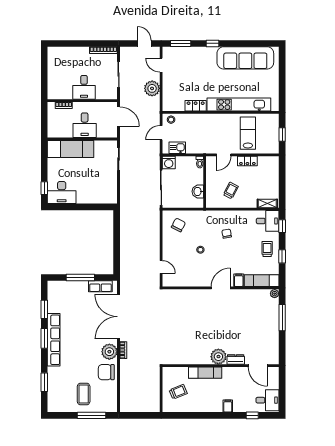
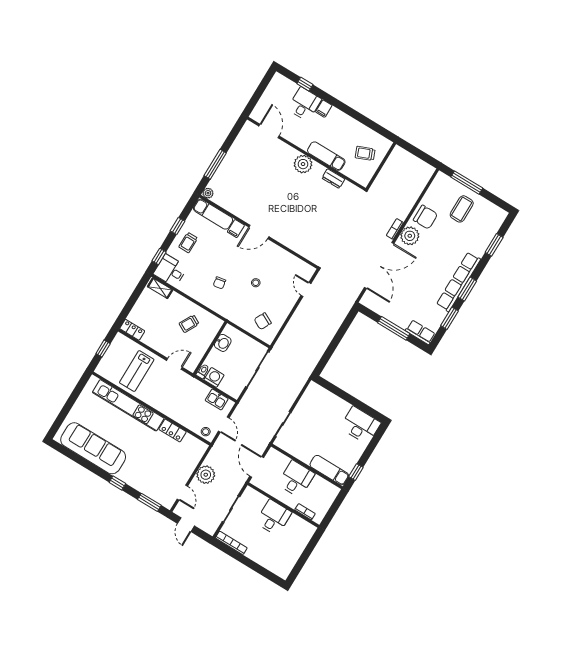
door: (161, 133) -> (224, 425), hinge flipped
exam couch: (71, 149) -> (329, 470), width x0.73, depth x0.69
locker: (247, 161) -> (132, 330), moved
washing machine: (169, 163) -> (214, 377), moved
window: (44, 188) -> (356, 472), moved
row of seats: (100, 286) -> (420, 332), moved
dresser: (236, 359) -> (333, 179), moved
desk: (267, 400) -> (304, 104), moved, turned 90

